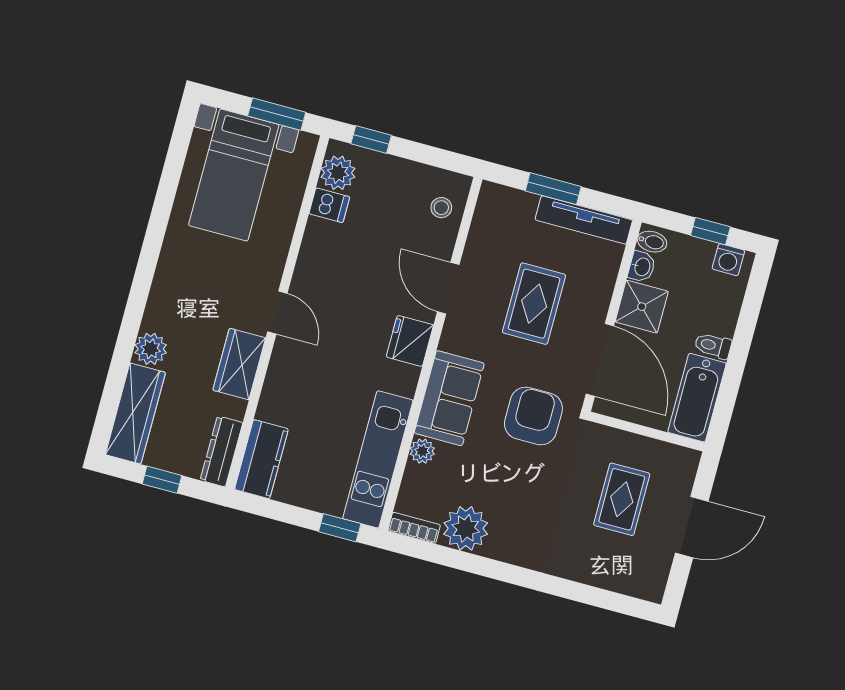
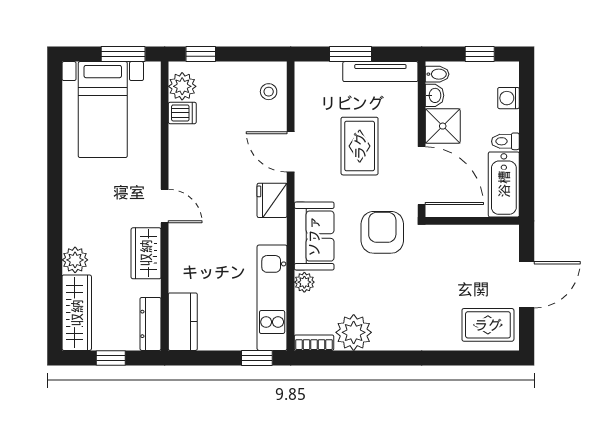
washing machine: (728, 260) -> (509, 98), moved, turned 90
rug: (622, 499) -> (488, 325), moved, turned 90

